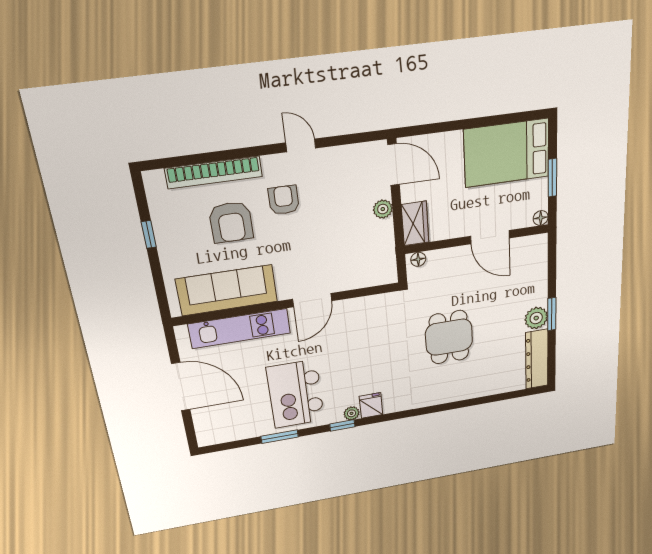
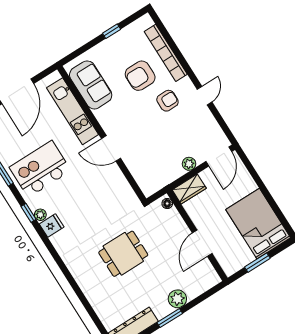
floor lamp: (541, 218) -> (229, 270), removed
sofa: (227, 290) -> (91, 85), width x0.73
plant: (536, 318) -> (177, 299), moved

